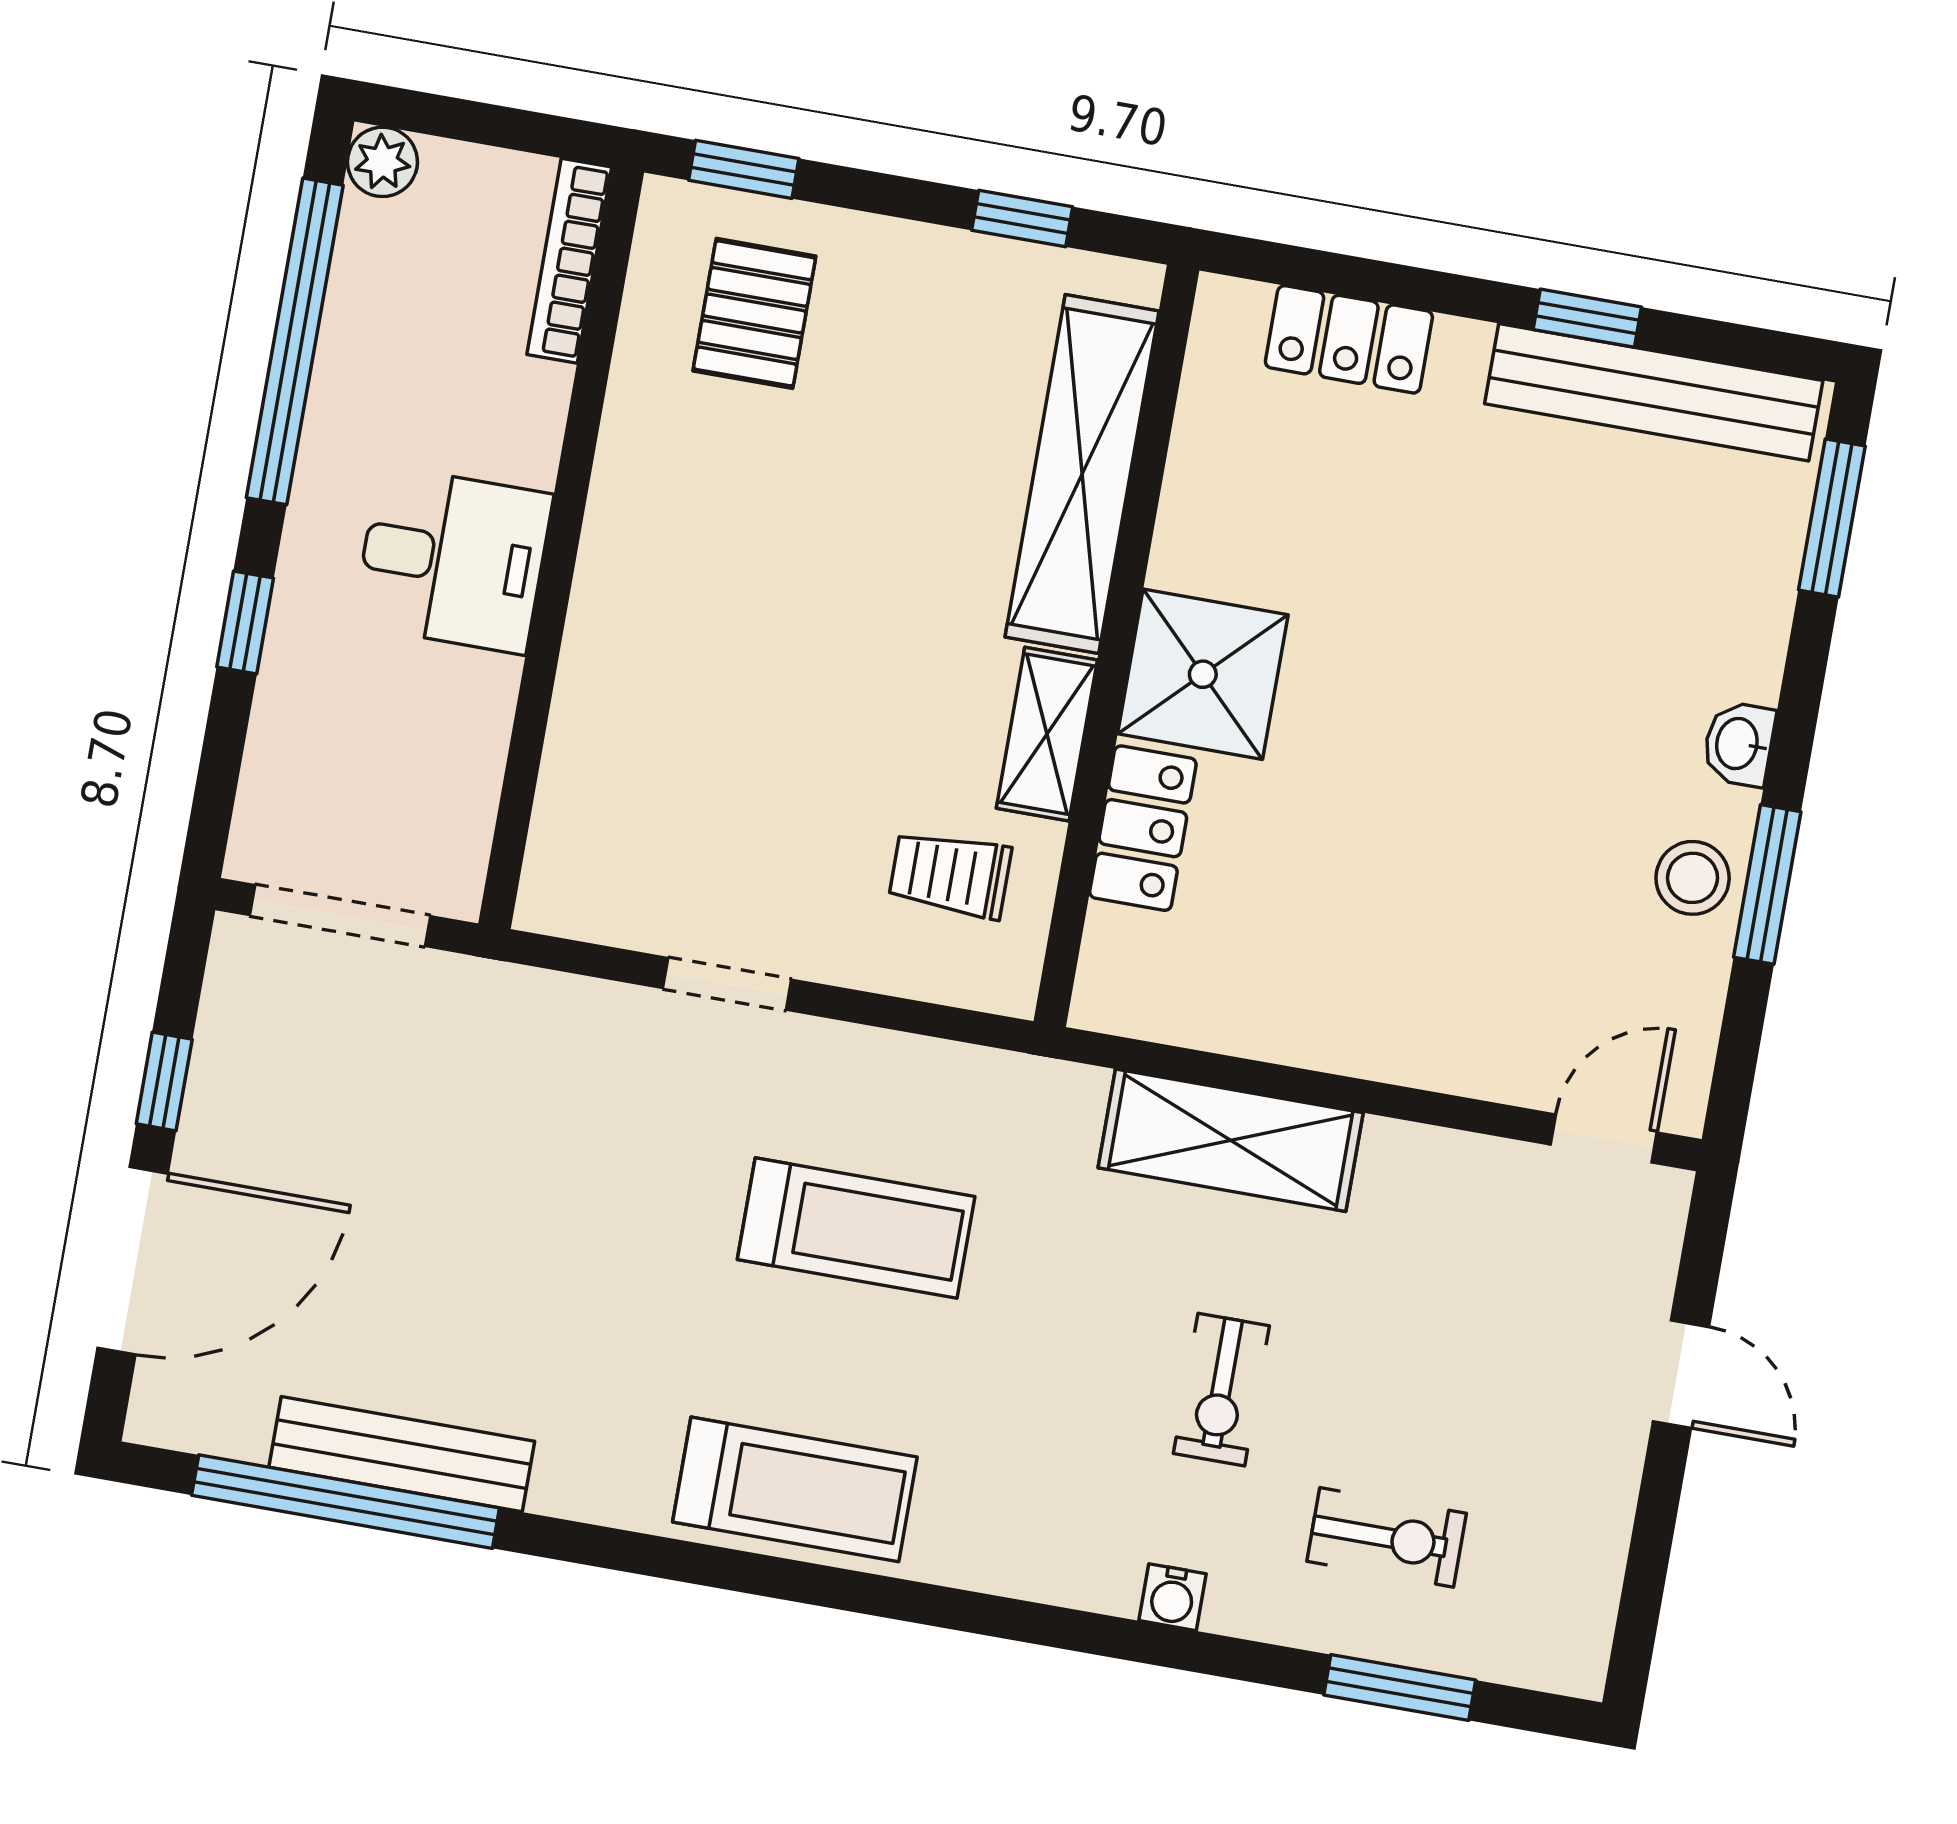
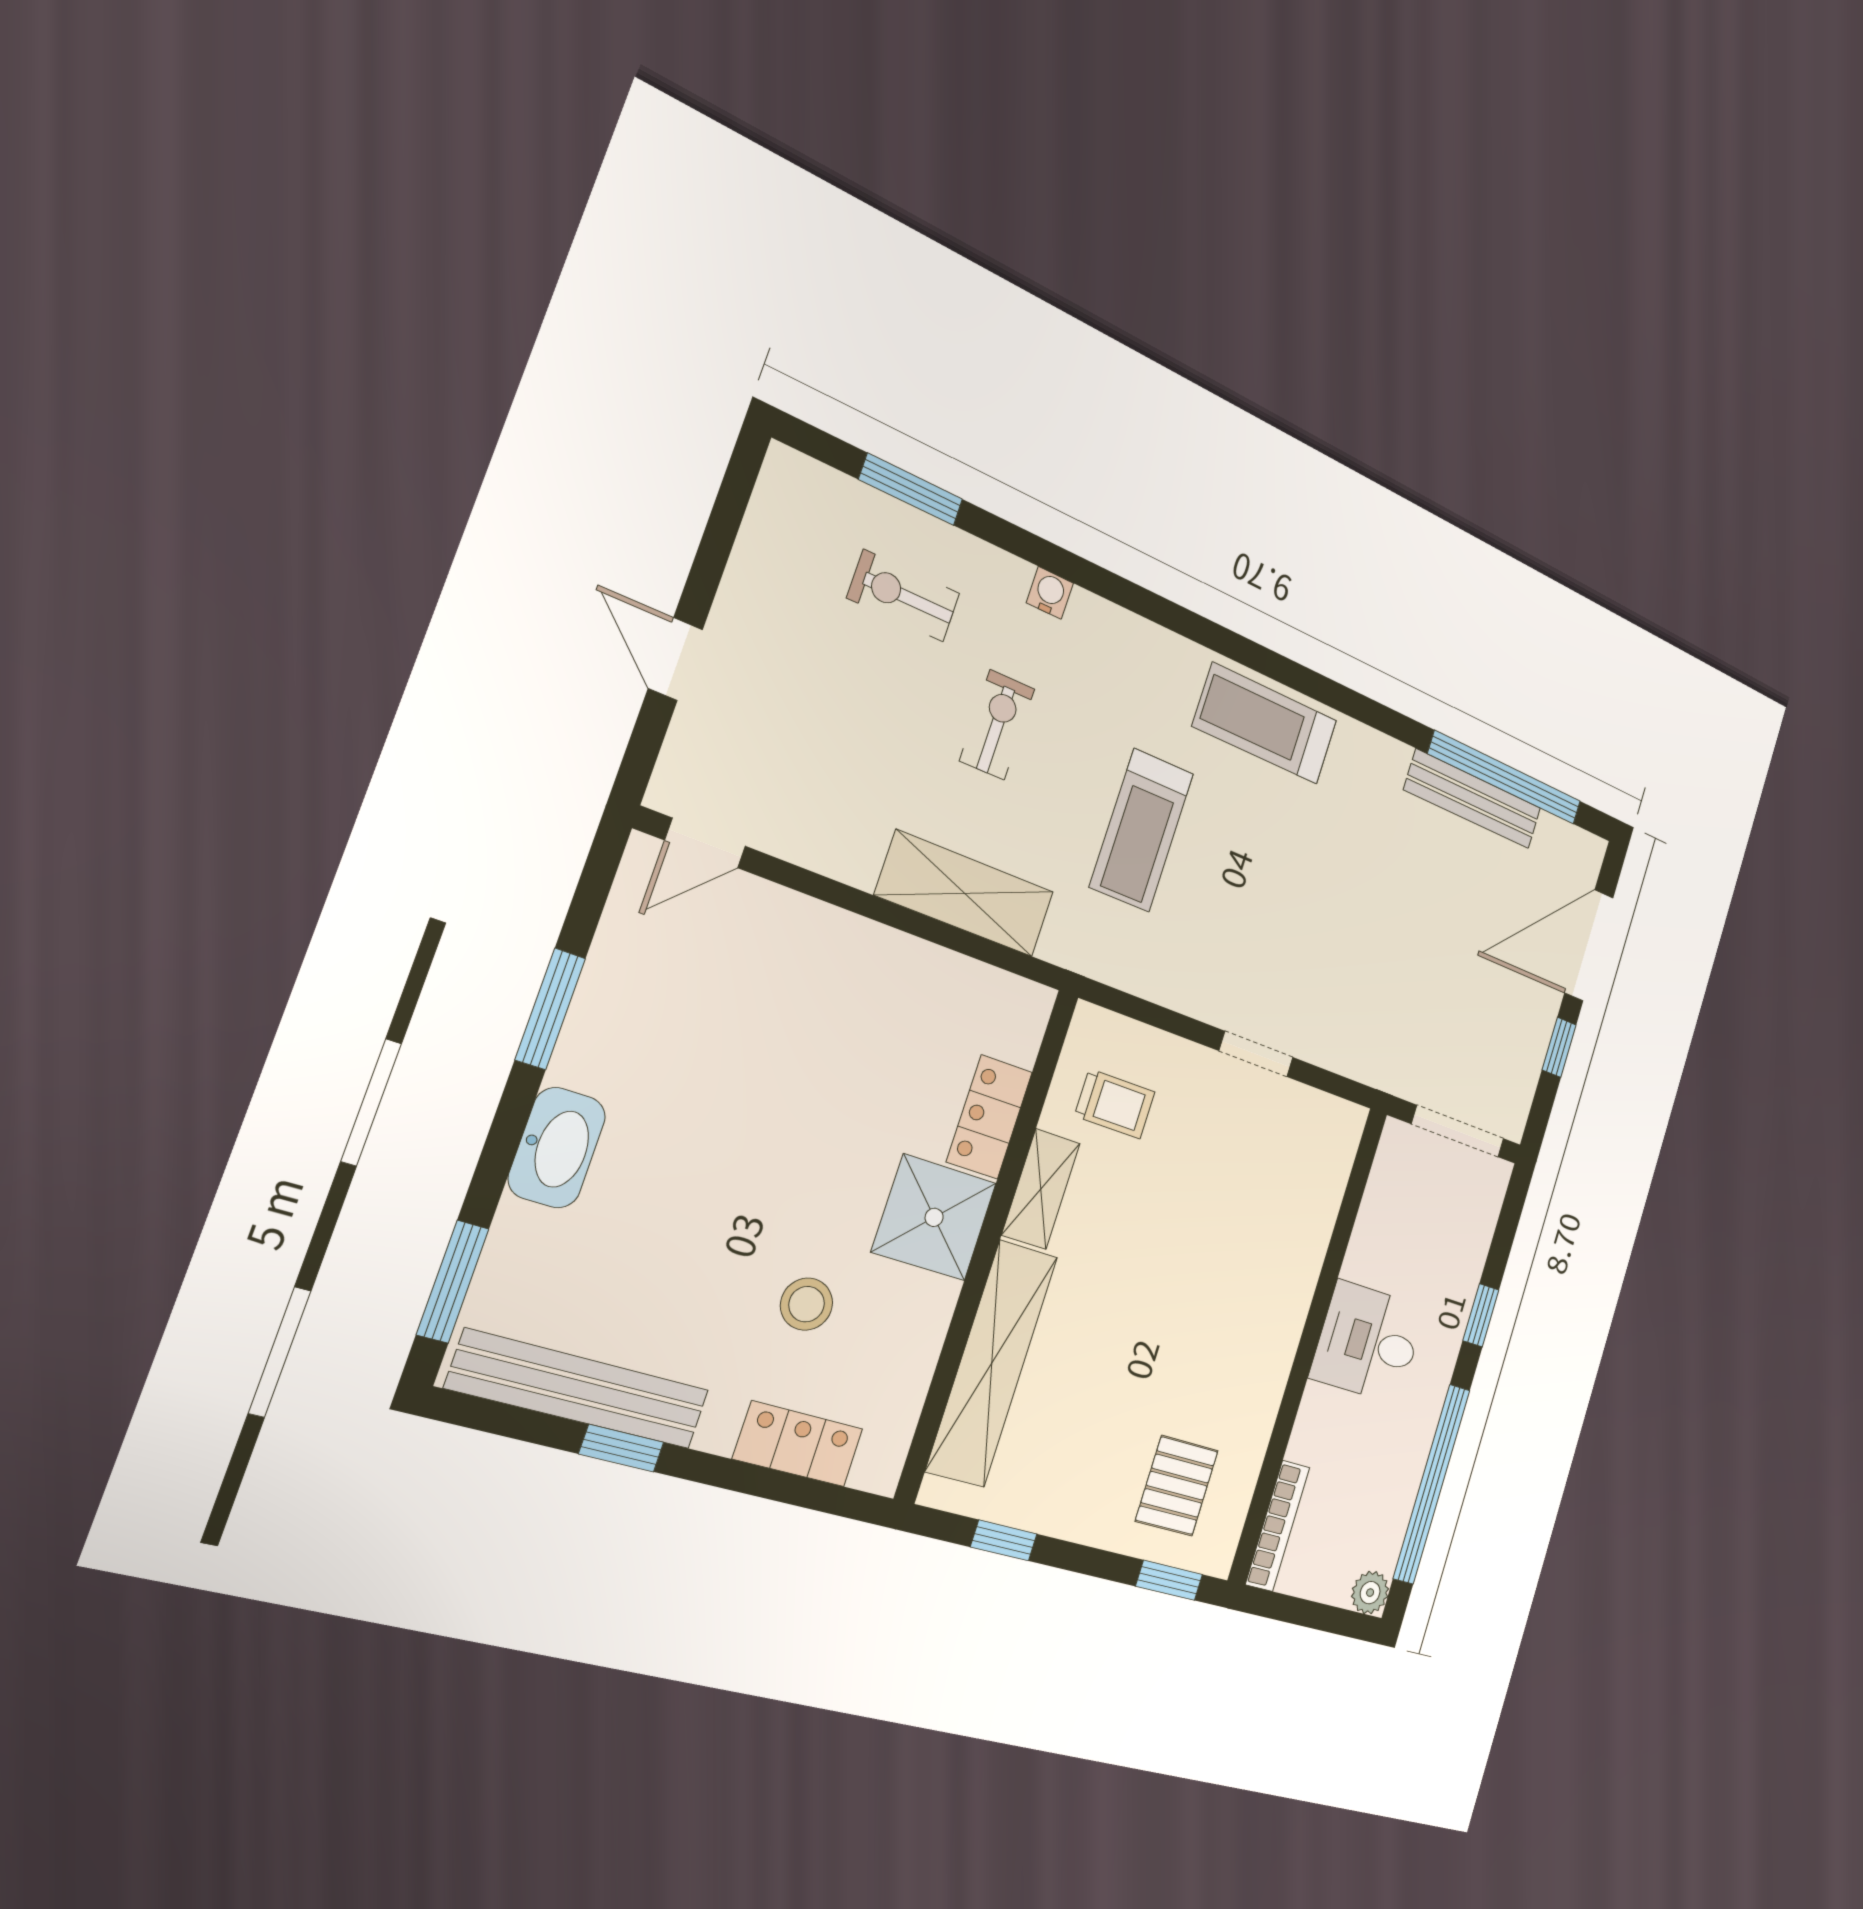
washbasin: (1739, 744) -> (557, 1148), width x1.91, depth x1.45
stool: (1693, 878) -> (807, 1304), moved
treadmill: (856, 1228) -> (1142, 830), moved, turned -90

